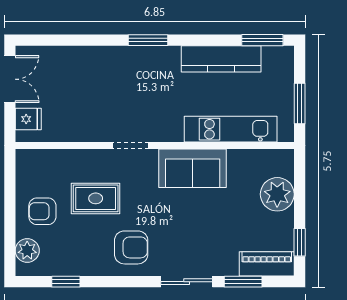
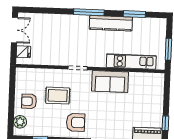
window: (148, 40) -> (89, 12), width x1.44
window: (262, 40) -> (134, 14), moved
kitchen counter: (221, 59) -> (111, 23), moved
plant: (277, 194) -> (155, 97), removed

